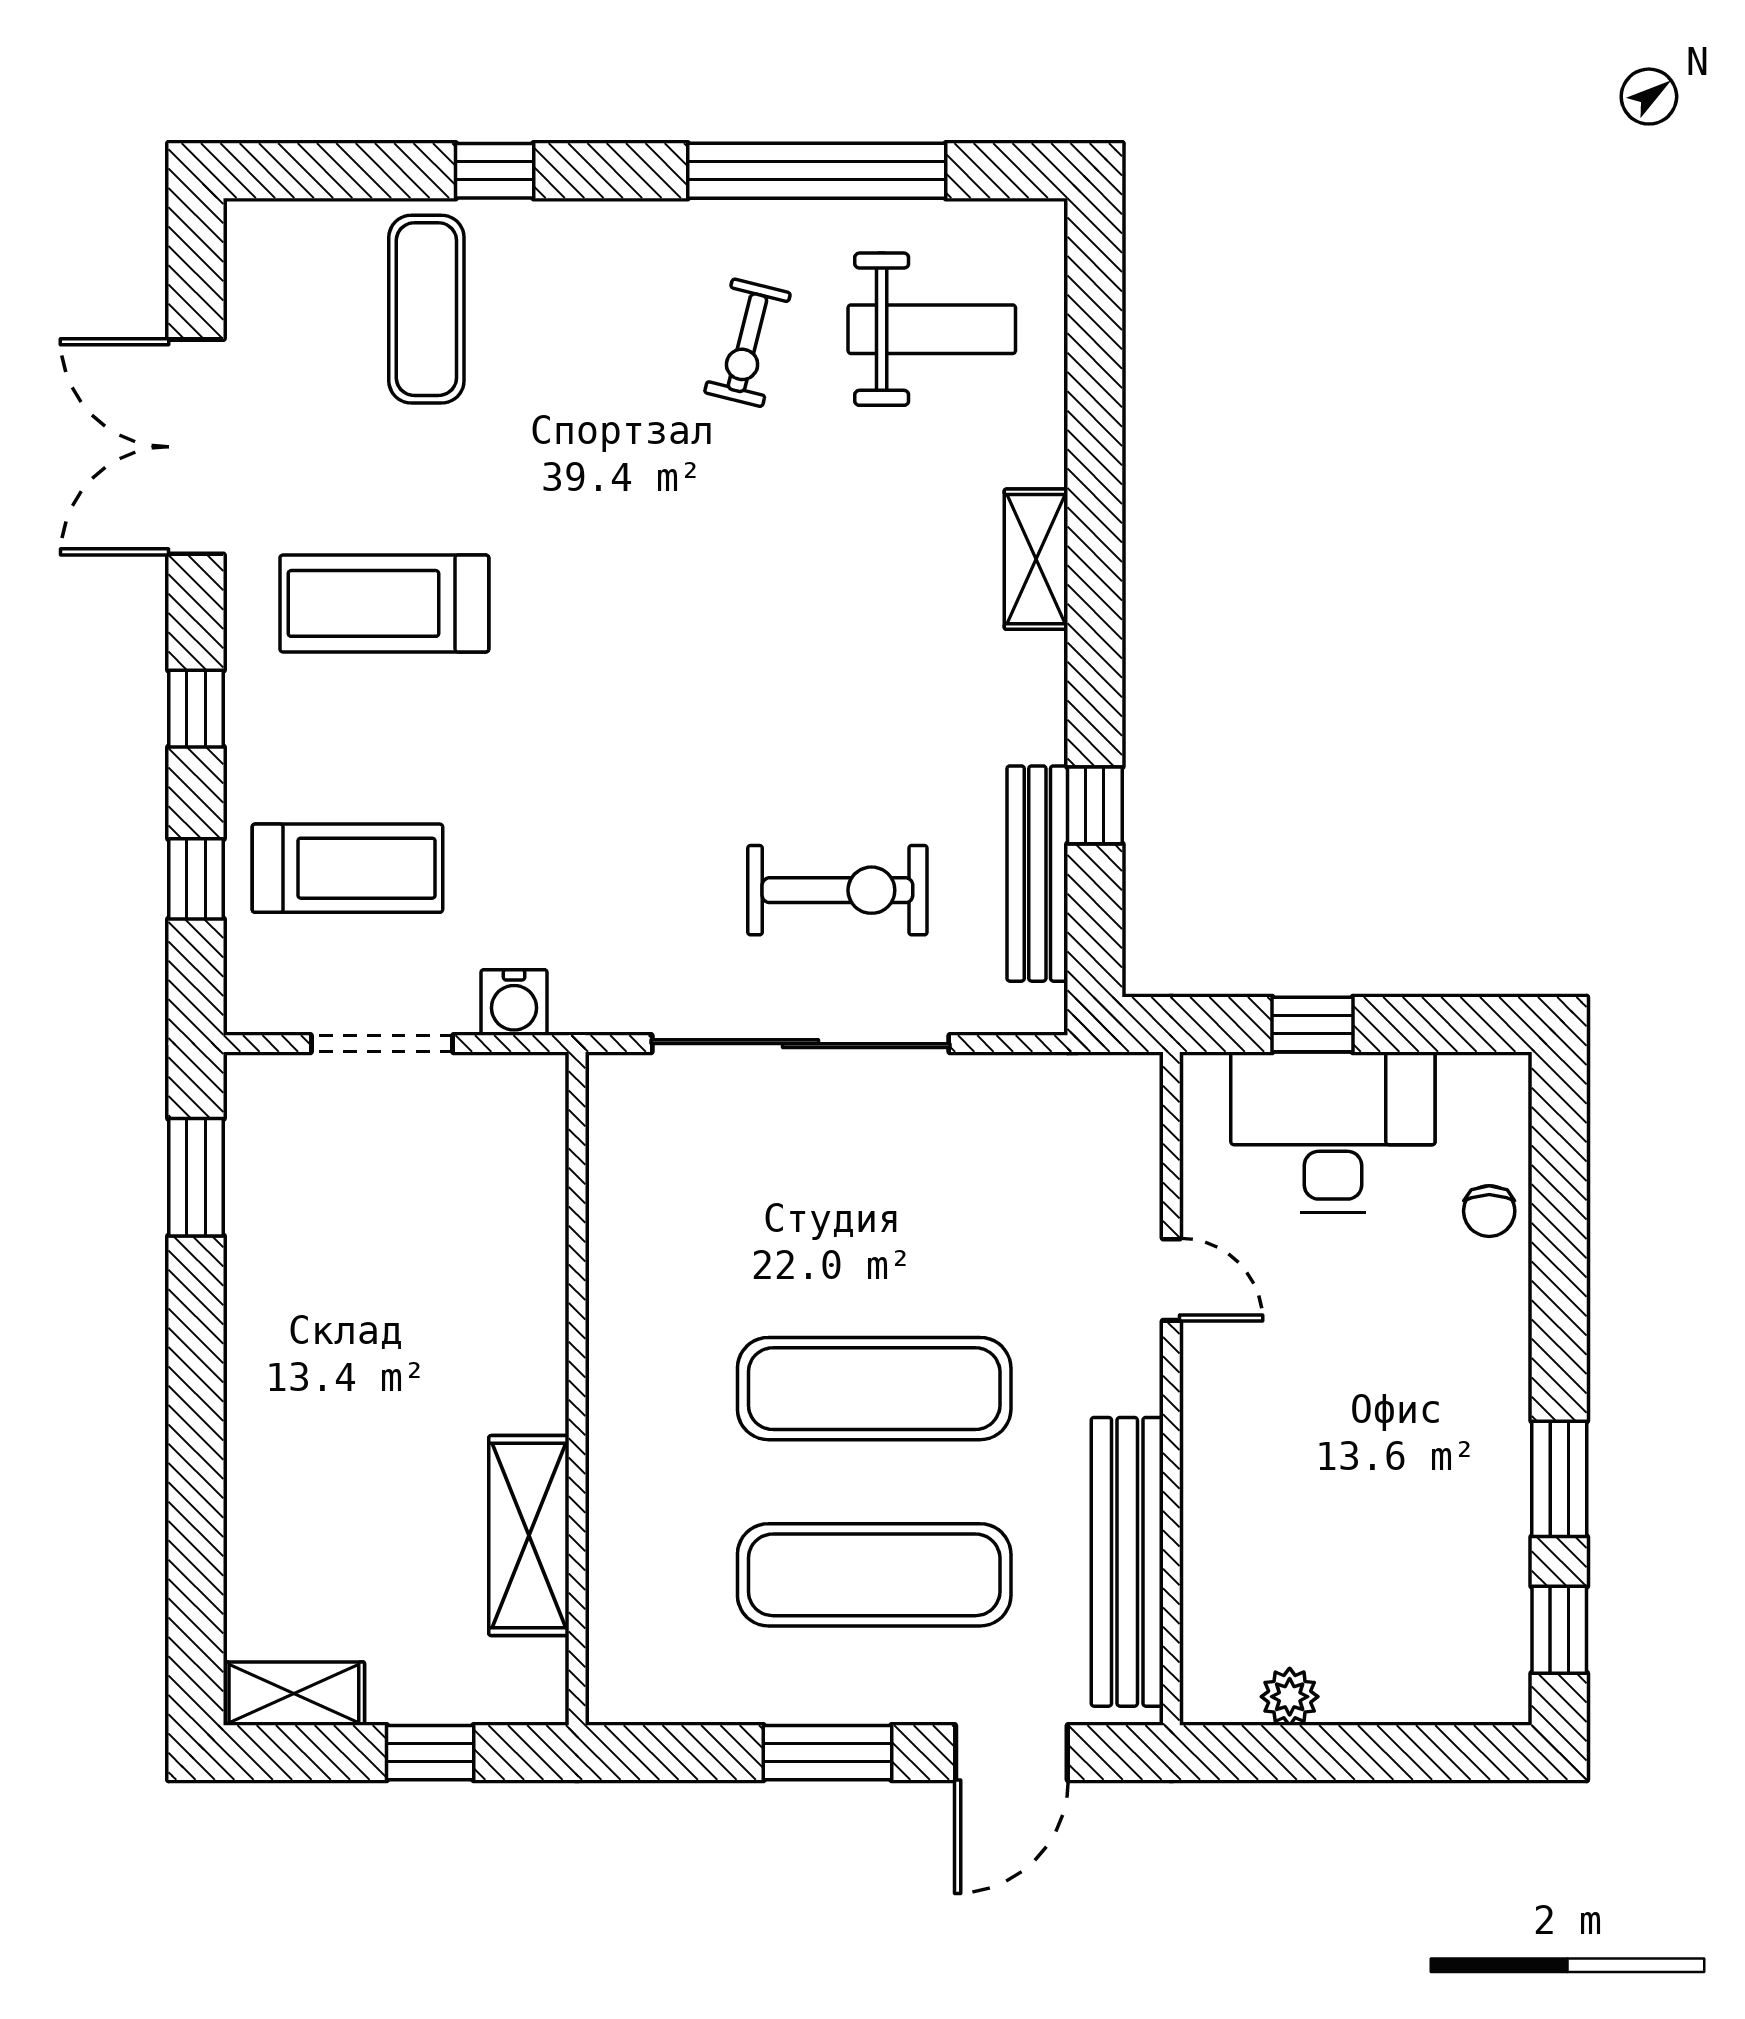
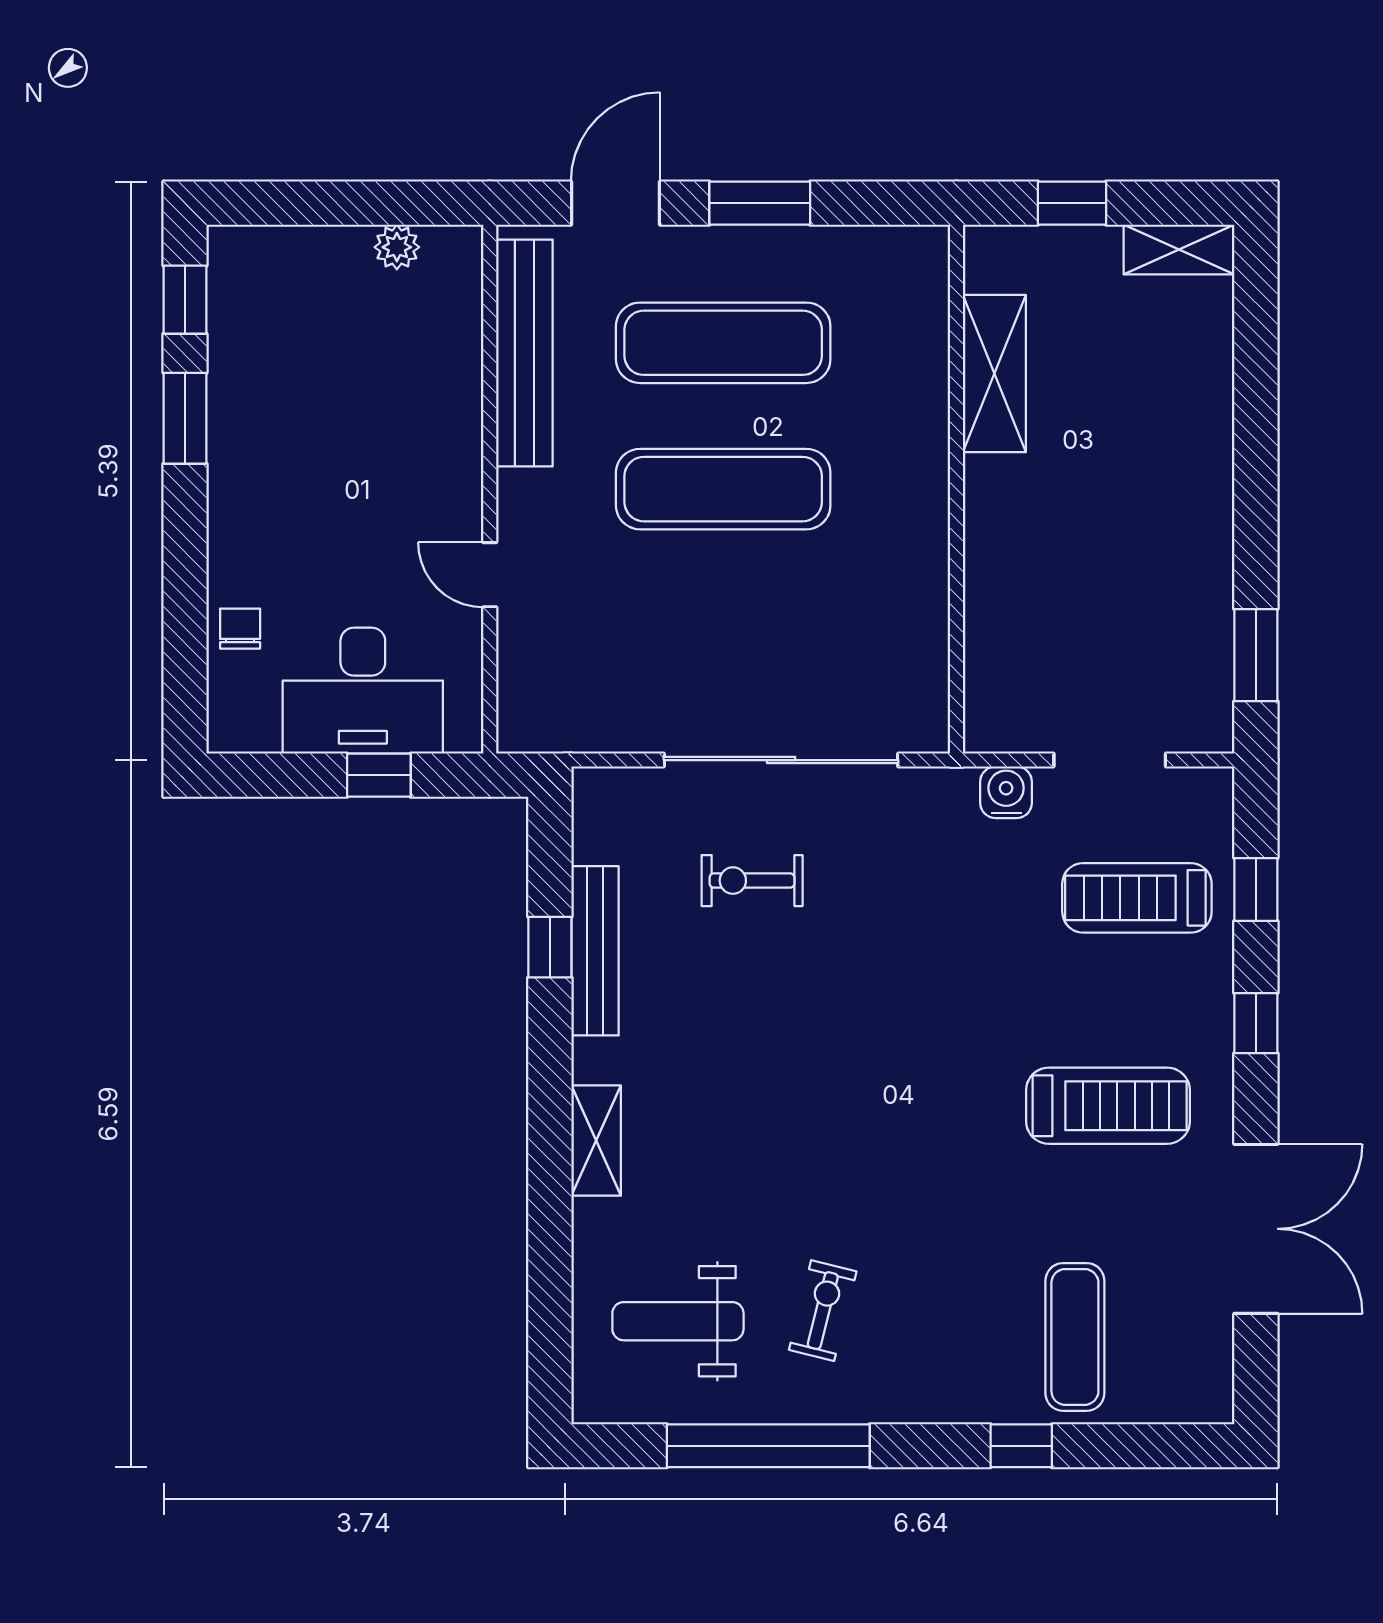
bench: (1037, 874) -> (595, 951), moved
exercise bike: (837, 890) -> (752, 881), width x0.73, depth x0.72

